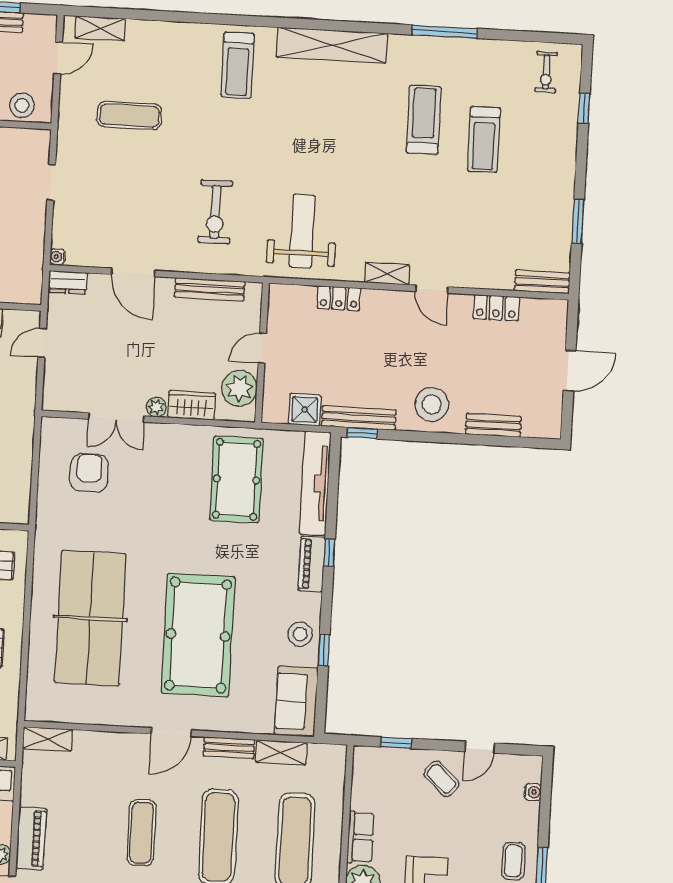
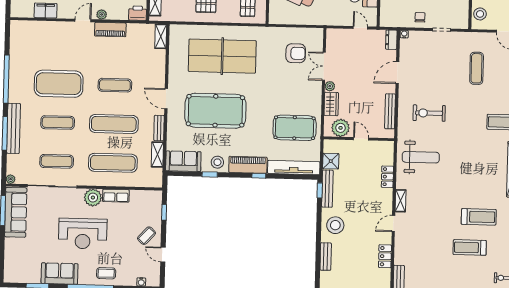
chair: (25, 224) -> (420, 17), added
piano: (312, 564) -> (248, 165), width x1.37, depth x1.33

